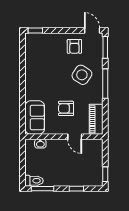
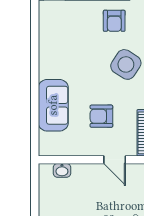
sofa: (35, 117) -> (53, 105), moved

